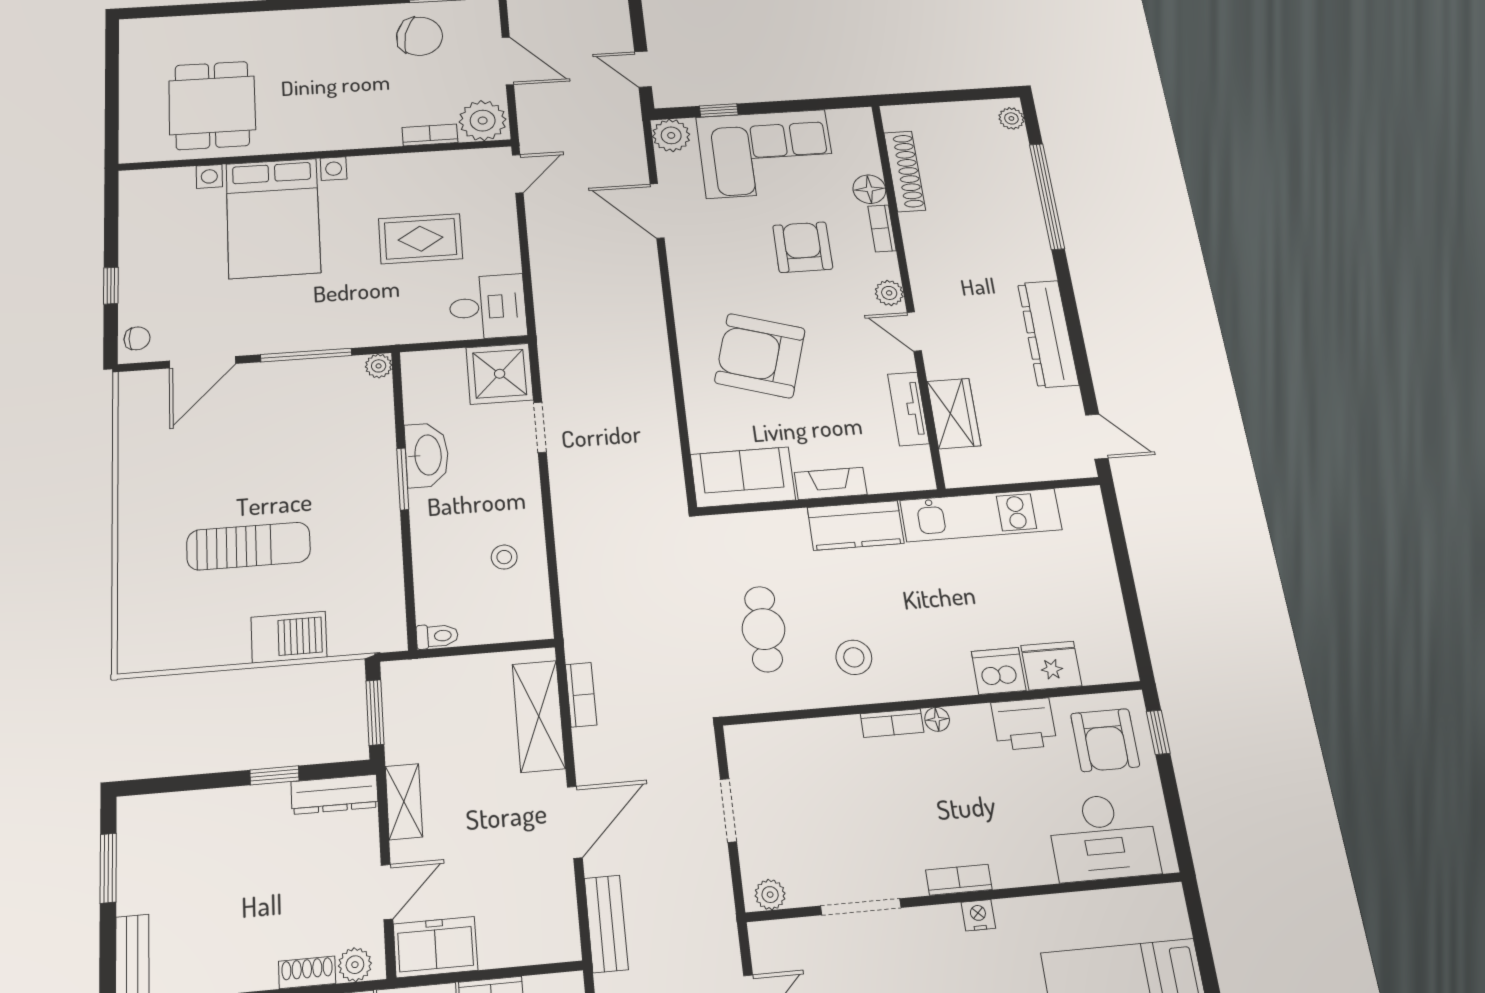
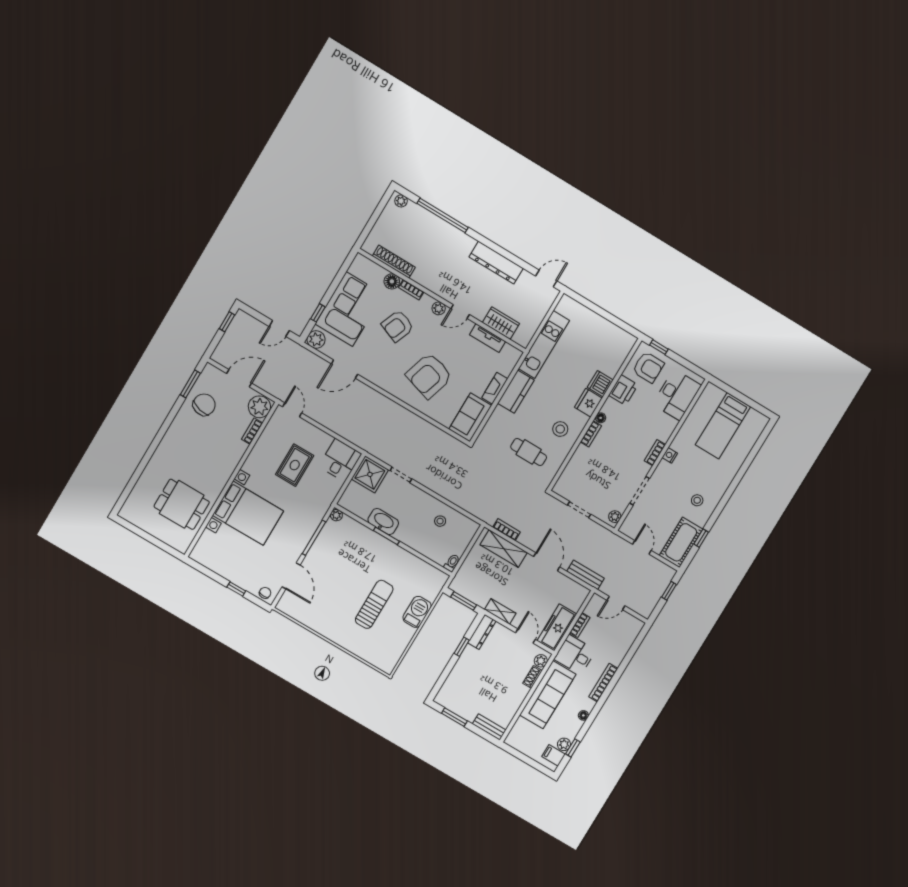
armchair: (803, 247) -> (398, 326), turned -68
fridge: (1051, 666) -> (588, 403), moved
freezer: (435, 947) -> (557, 627), width x1.40

